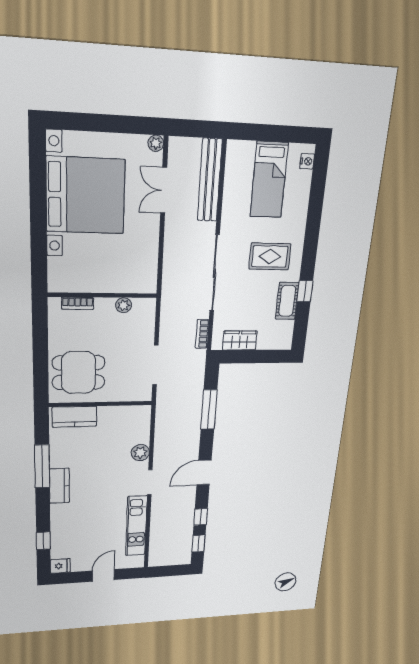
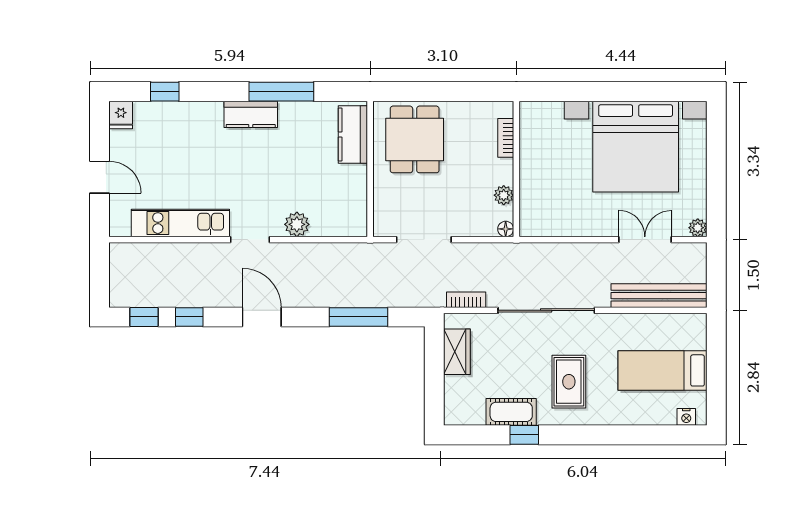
floor lamp: (150, 304) -> (506, 229), added

